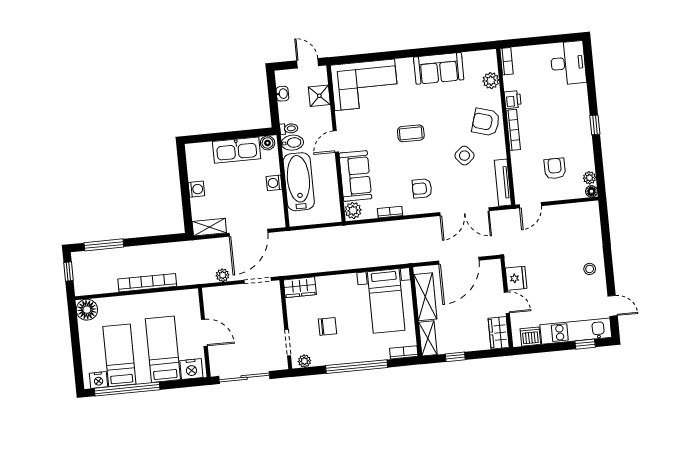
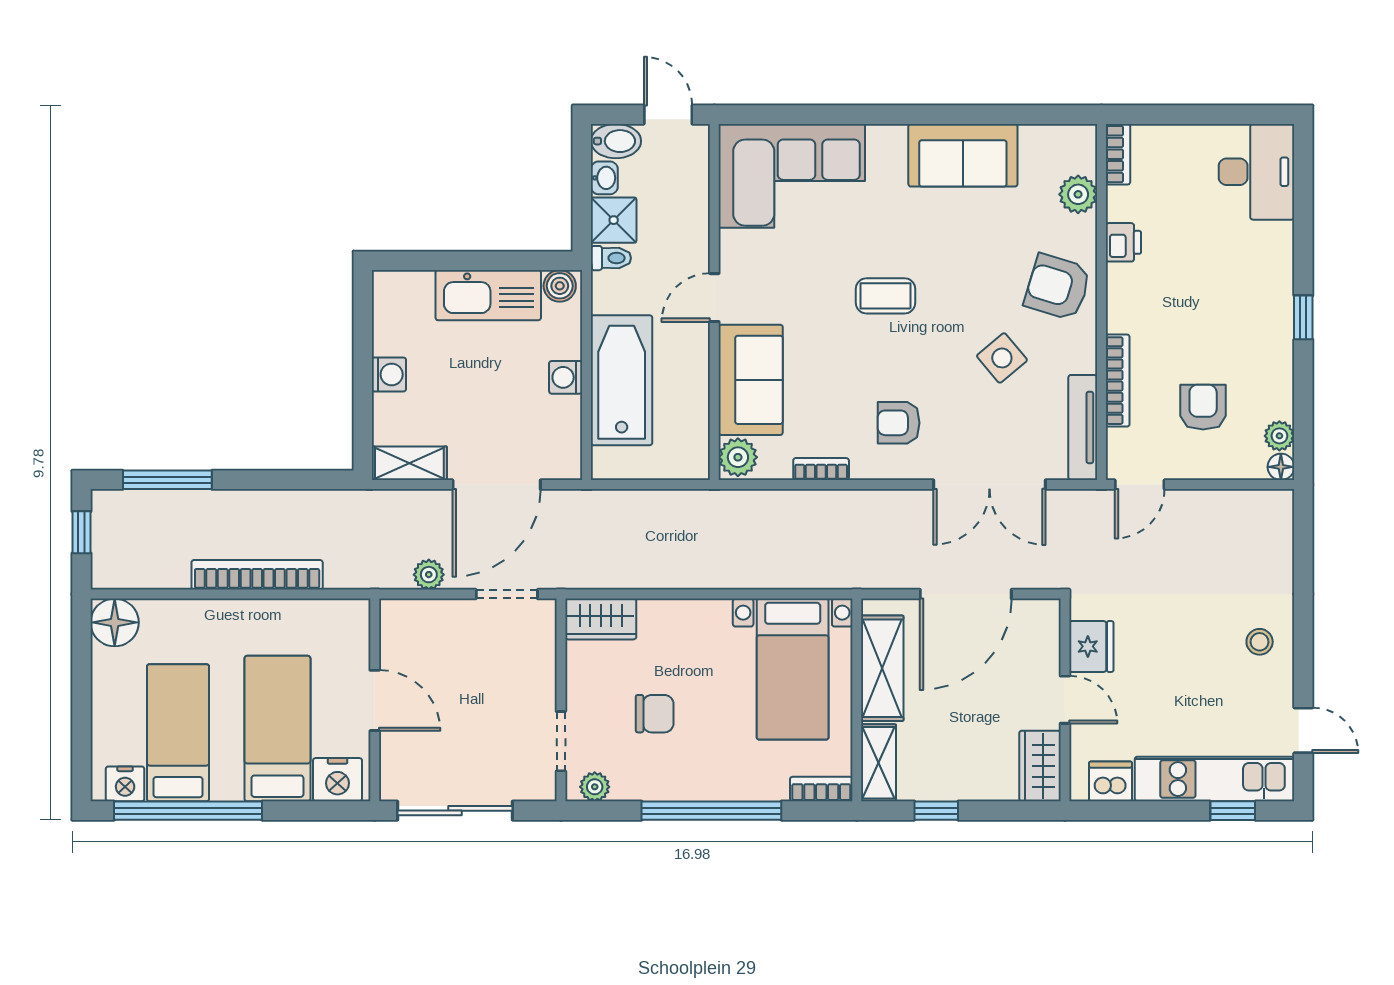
shower: (319, 96) -> (614, 220), moved
bookcase: (513, 130) -> (1118, 381), moved
bidet: (292, 143) -> (616, 141), moved

